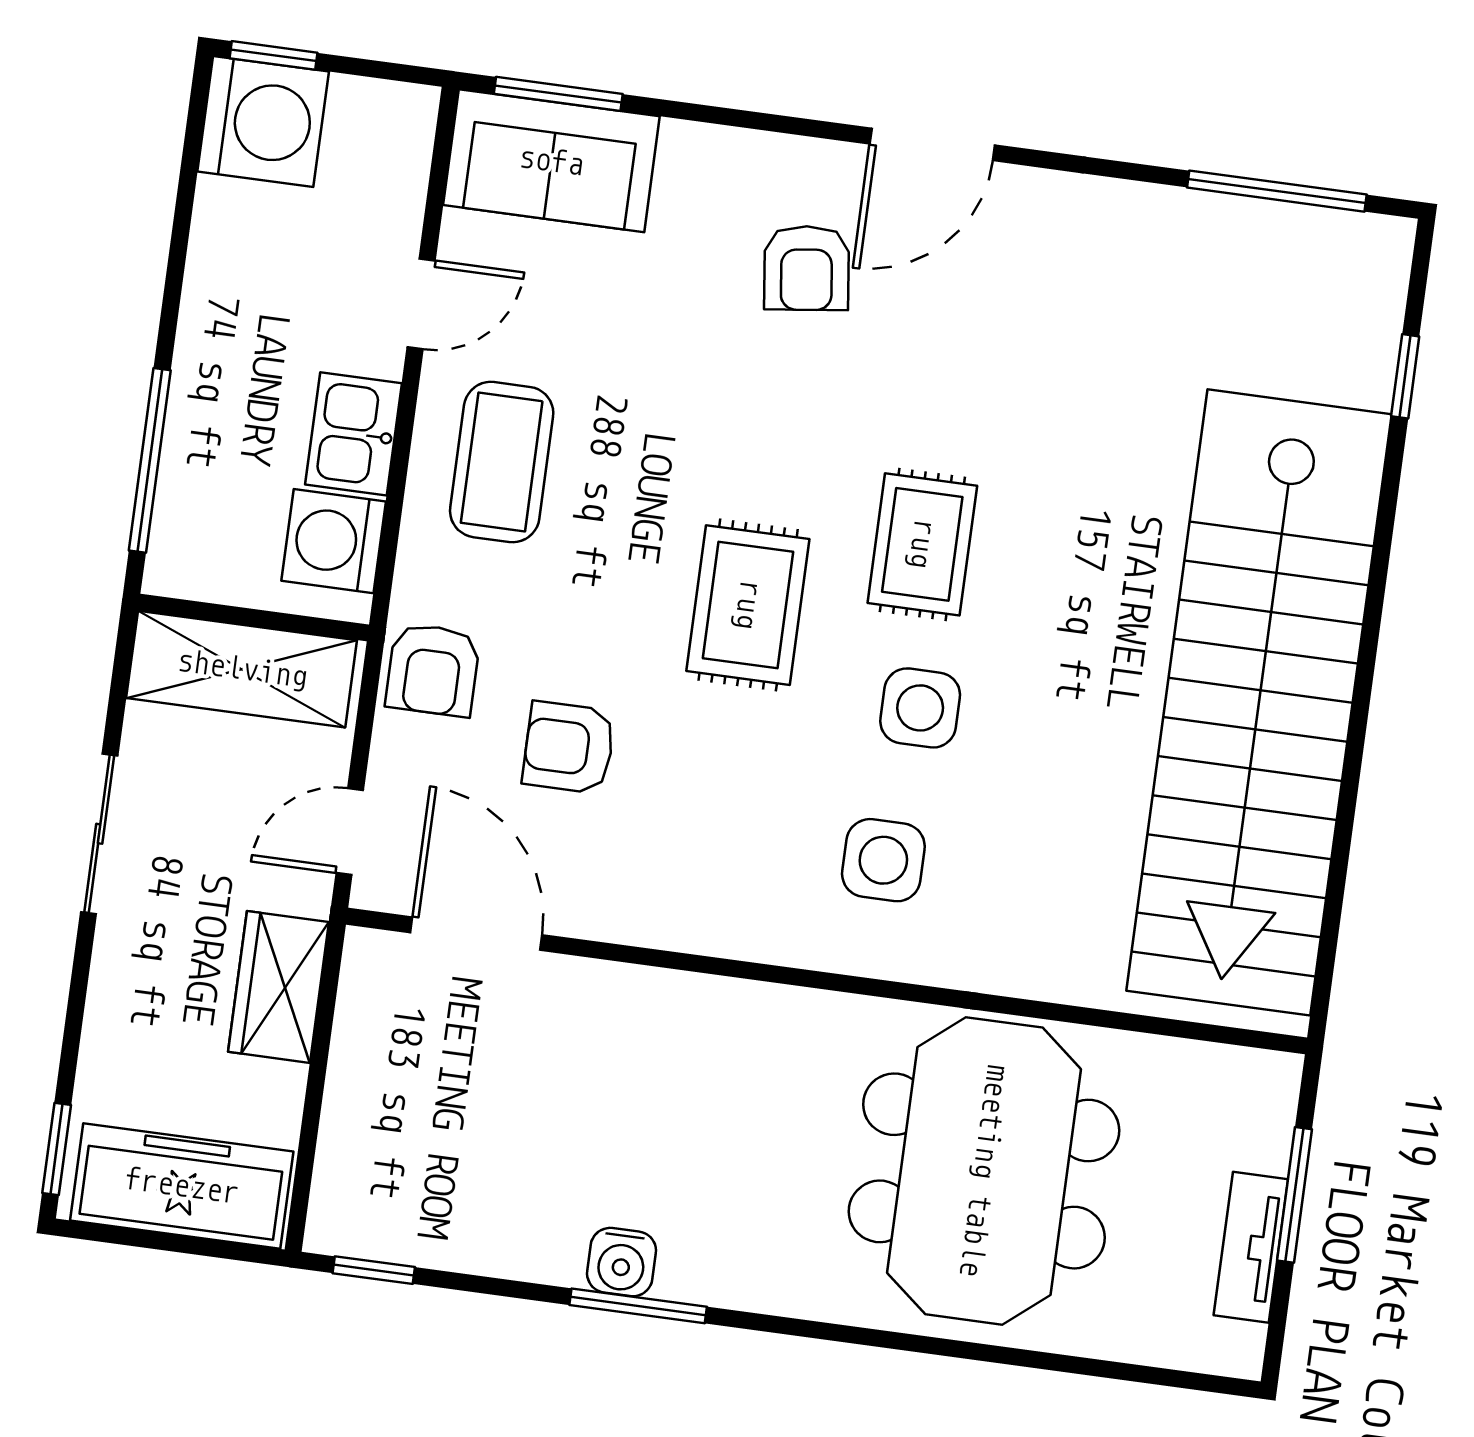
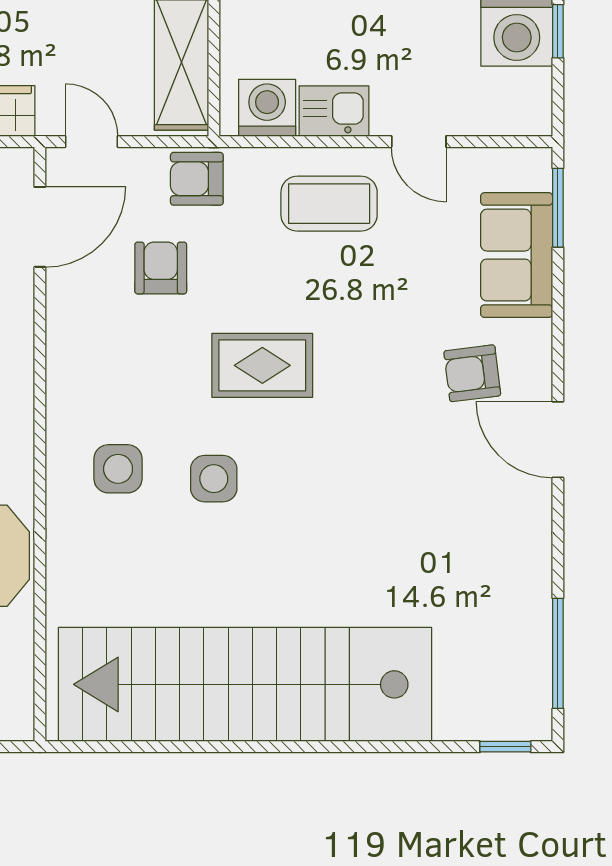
sofa: (551, 161) -> (517, 255), moved
window: (1405, 376) -> (505, 747), moved
rug: (922, 544) -> (314, 467), removed

